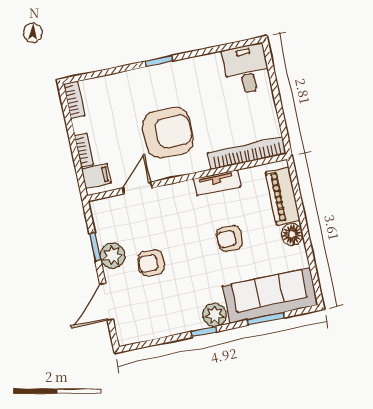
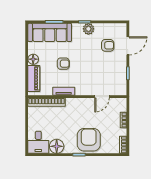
floor lamp: (208, 69) -> (57, 146), added
armchair: (168, 132) -> (89, 140), moved, turned 90
filing cabinet: (96, 176) -> (120, 107), removed
plant: (112, 256) -> (120, 67), removed
armchair: (151, 263) -> (108, 45), moved
plant: (215, 315) -> (88, 29), moved

